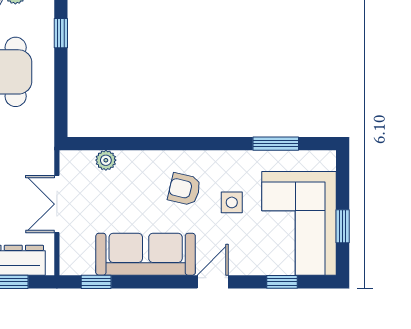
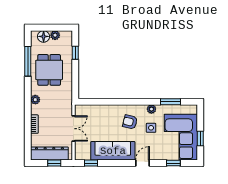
plant: (106, 160) -> (151, 109), moved
double door: (57, 204) -> (73, 129), swing flipped

